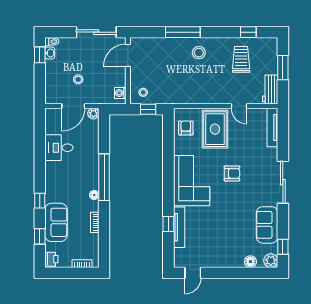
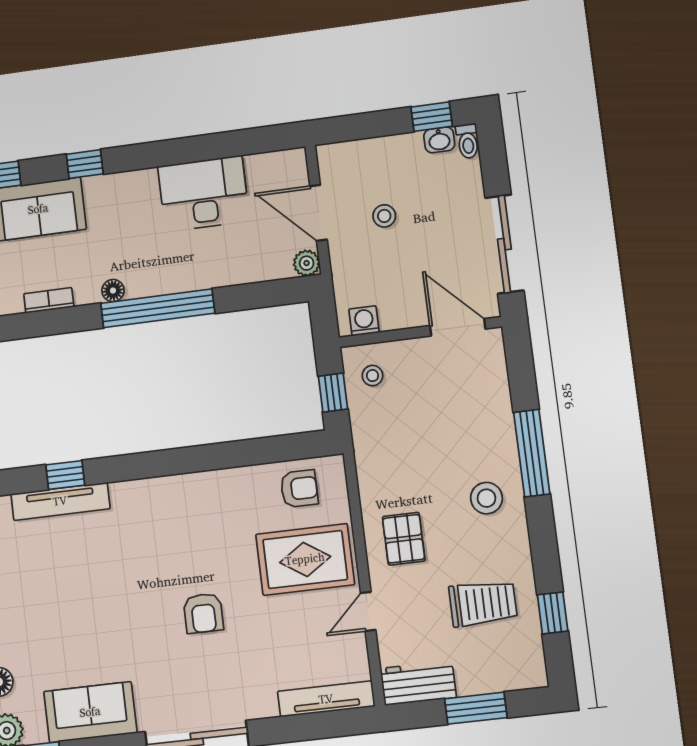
pallet: (211, 88) -> (404, 539), added
desk: (59, 148) -> (204, 194), width x1.37
corner sofa: (192, 181) -> (175, 518), removed

